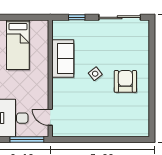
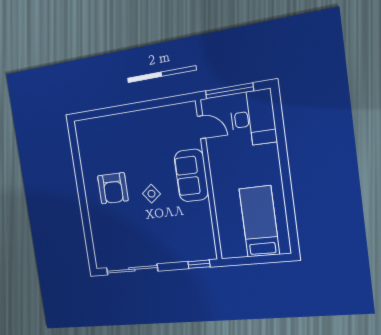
window: (77, 17) -> (199, 264), moved
sofa: (63, 58) -> (191, 175), moved

